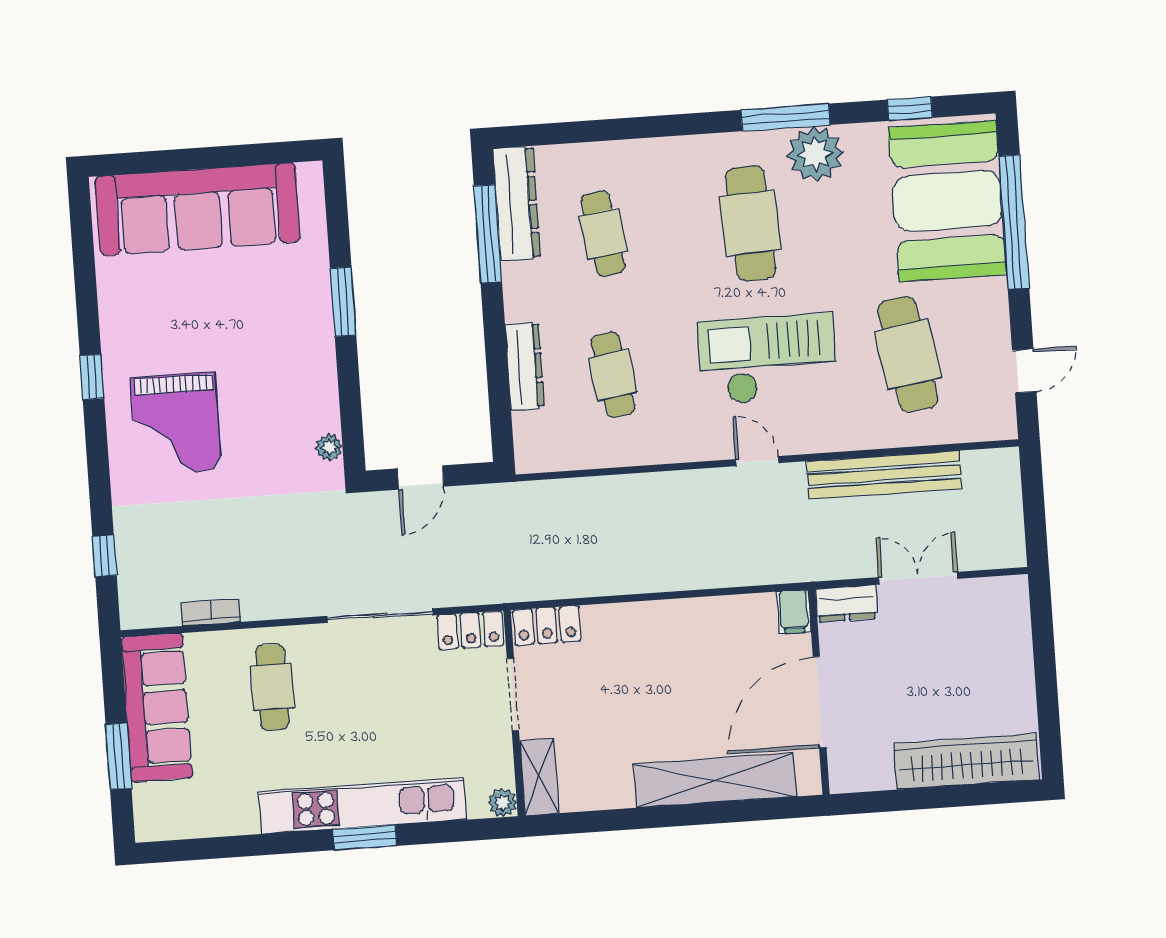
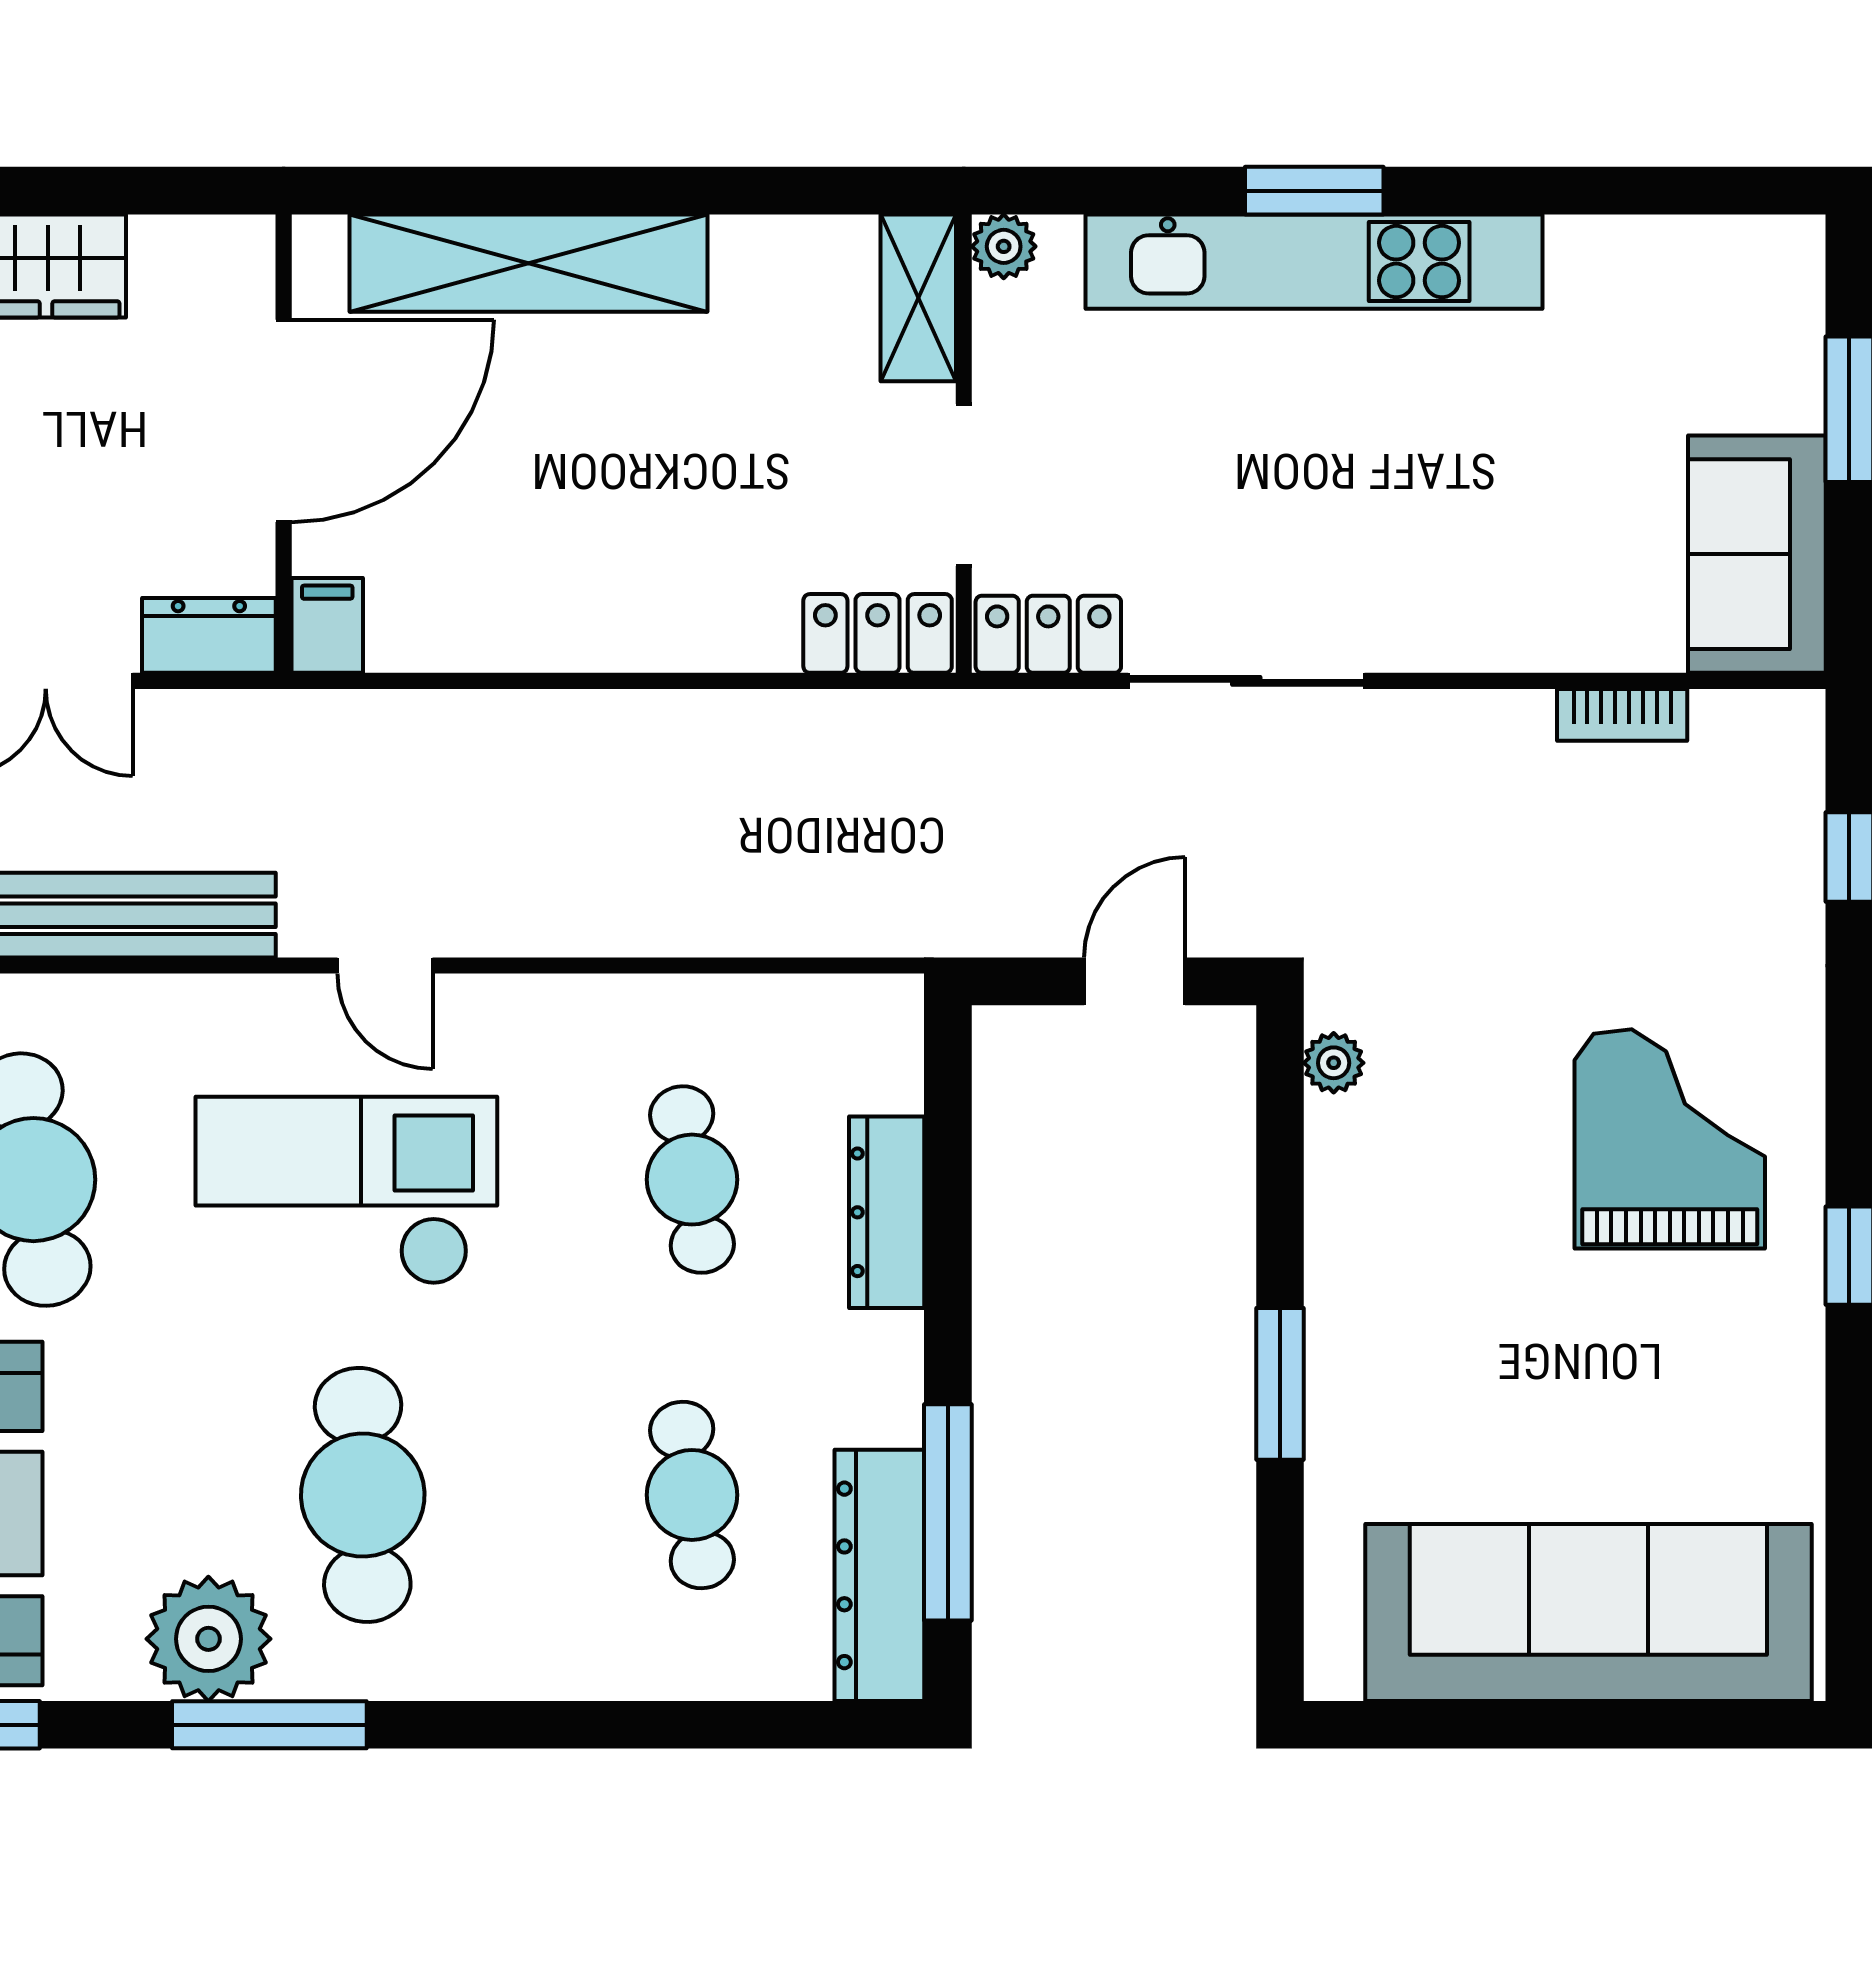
checkout: (767, 359) -> (346, 1191), turned 180
cafe table: (272, 687) -> (1497, 539), removed
sofa: (157, 708) -> (1757, 554), width x0.73

